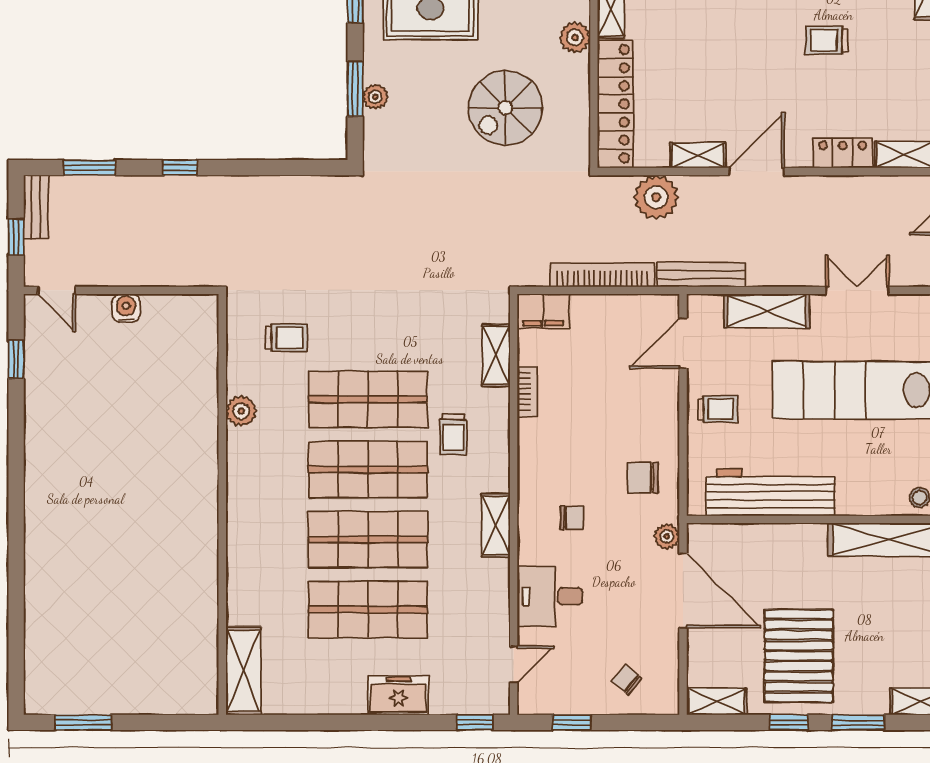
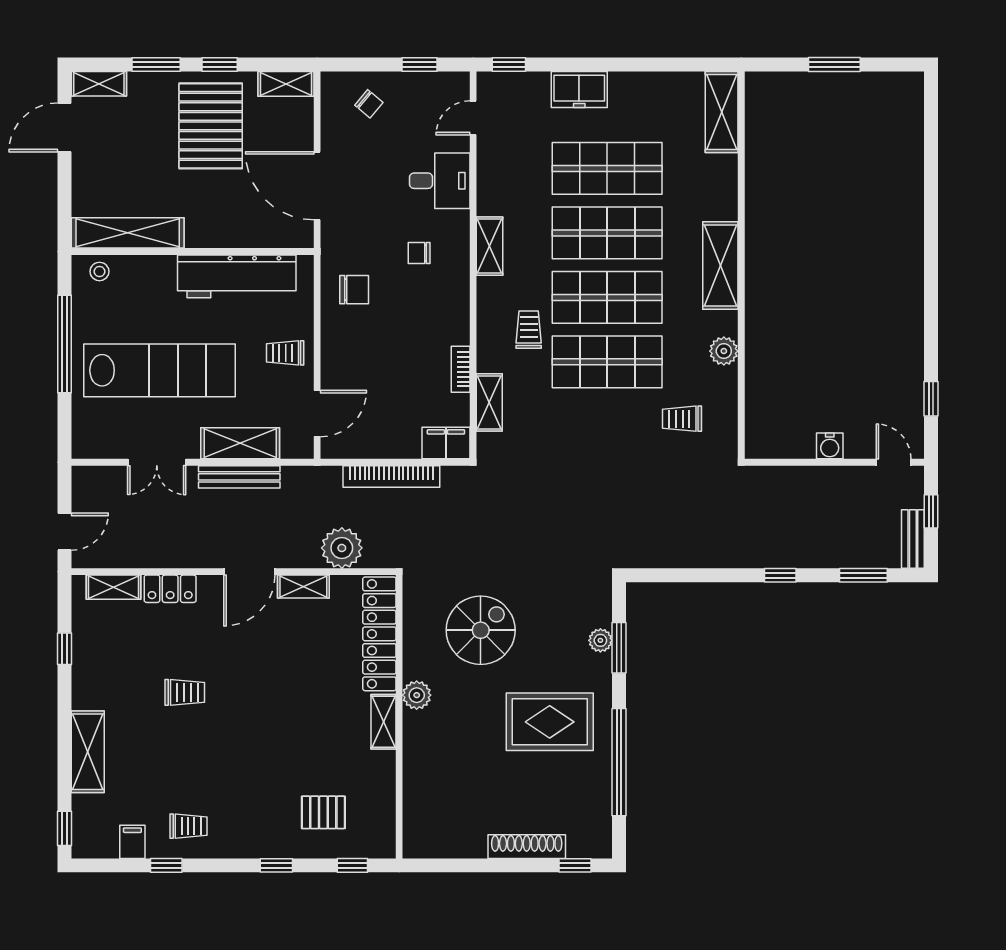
bench: (701, 274) -> (239, 477), moved
shelving: (245, 504) -> (720, 265), added
plant: (667, 536) -> (332, 236), removed
window: (83, 722) -> (834, 65), moved

